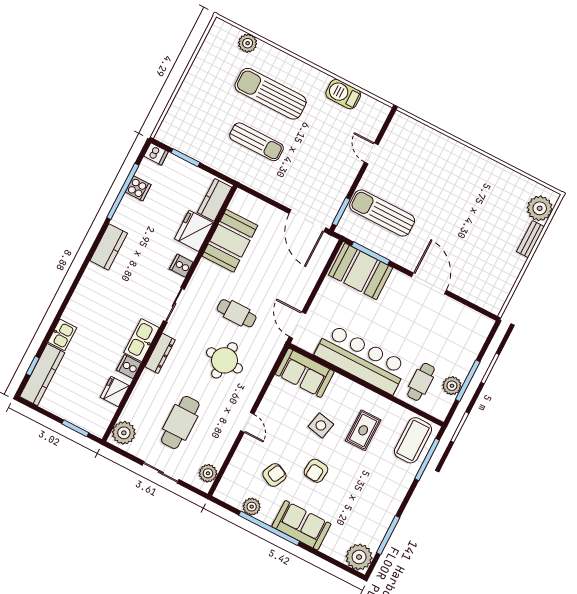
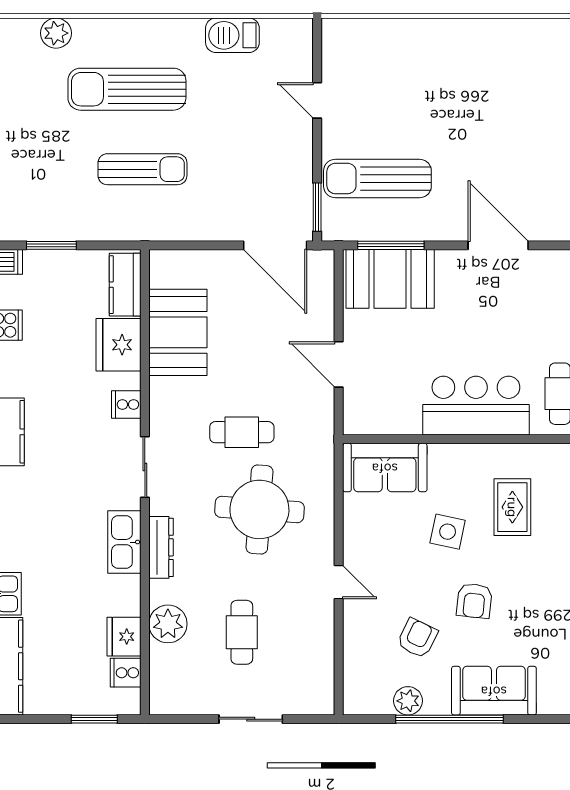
door: (297, 325) -> (339, 364), moved
bar counter: (361, 359) -> (476, 406), width x0.73
round table: (224, 360) -> (259, 509), width x1.36, depth x1.36
cooker: (129, 367) -> (126, 673), moved
cafe table: (180, 422) -> (242, 632), width x0.73, depth x0.74
plant: (124, 433) -> (168, 624), moved
plant: (208, 473) -> (320, 685), removed

